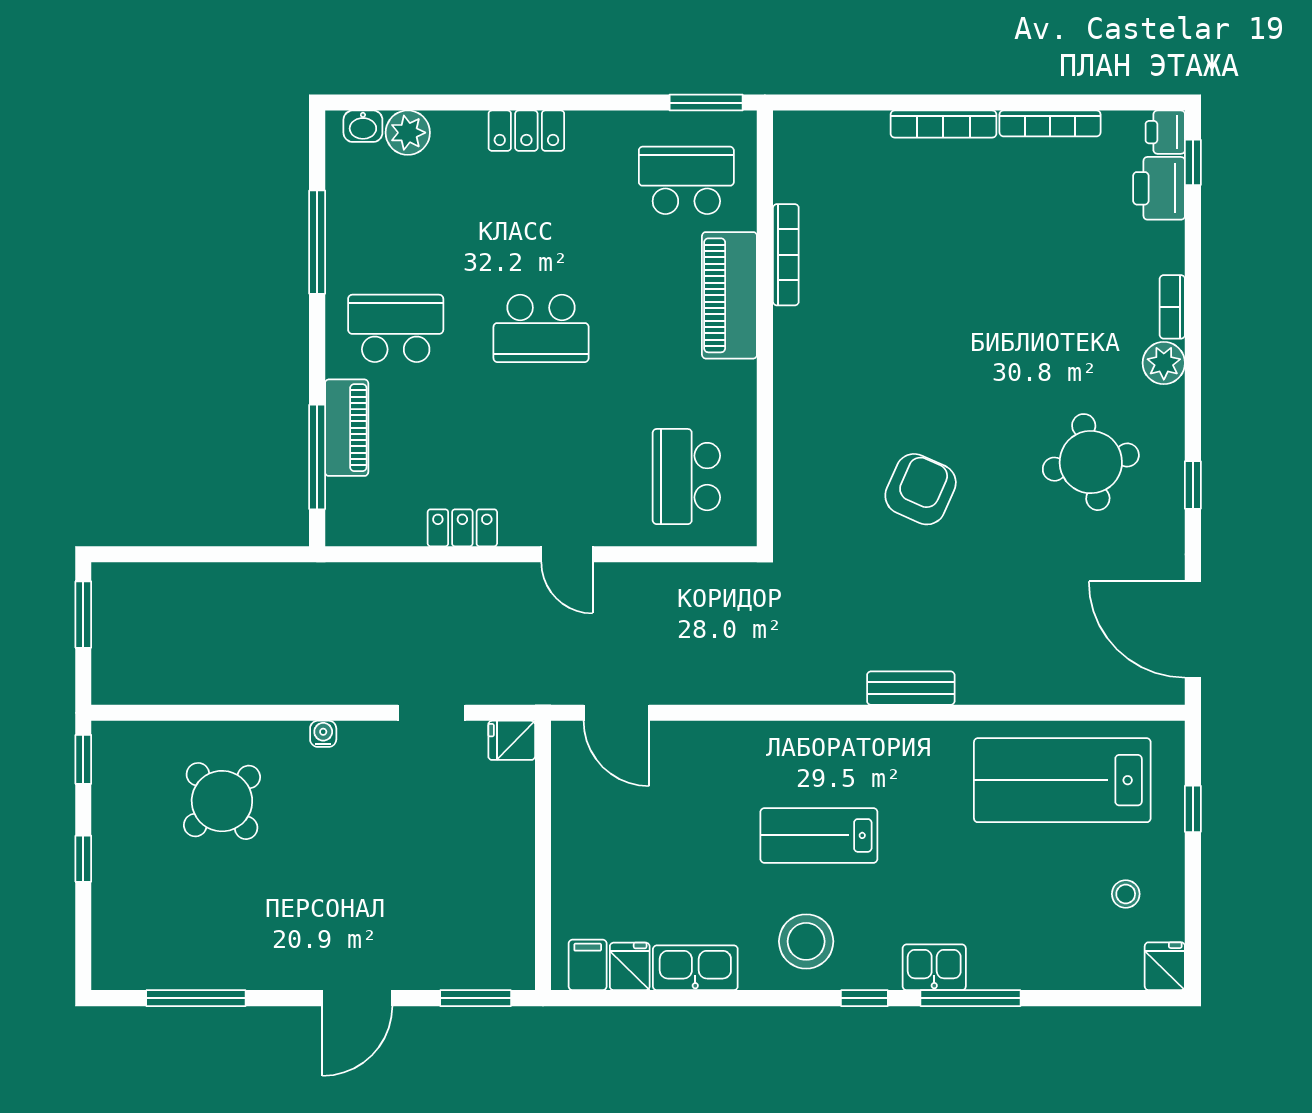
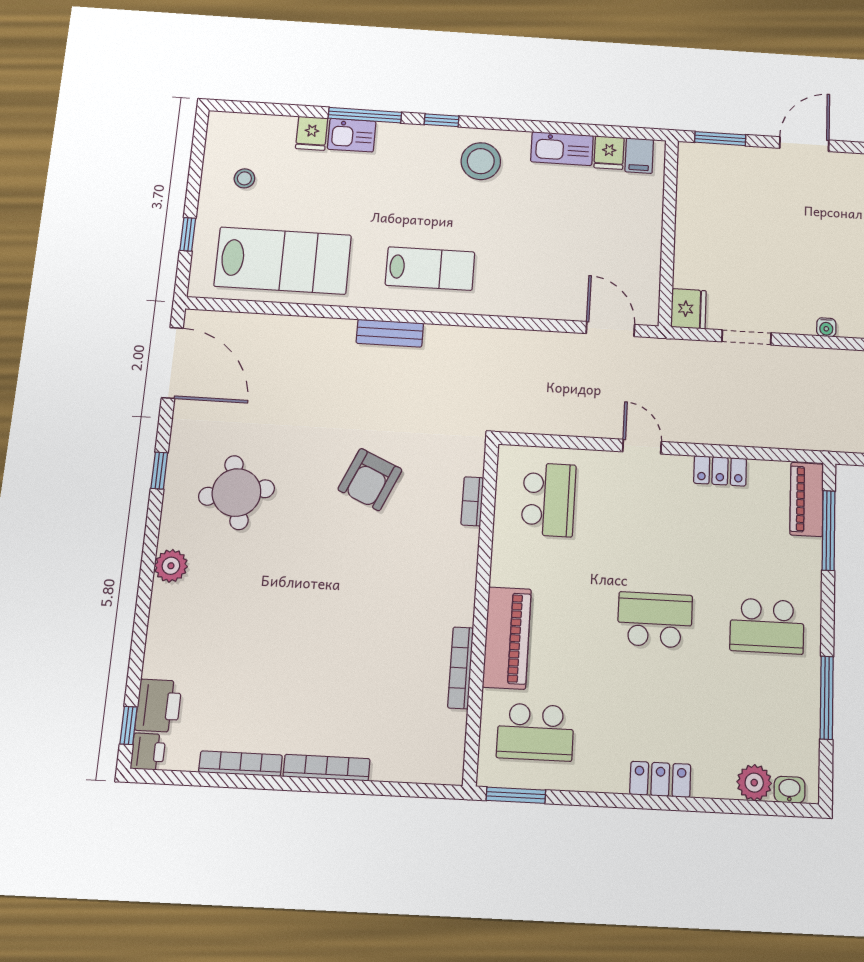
bookcase: (1172, 307) -> (472, 501), moved, turned 180
piano: (347, 428) -> (807, 499), moved
fridge: (512, 740) -> (688, 309), width x1.38
lab bench: (819, 835) -> (430, 269), moved
fridge: (1165, 966) -> (312, 133), moved
kitchen sink: (934, 967) -> (352, 135), moved

